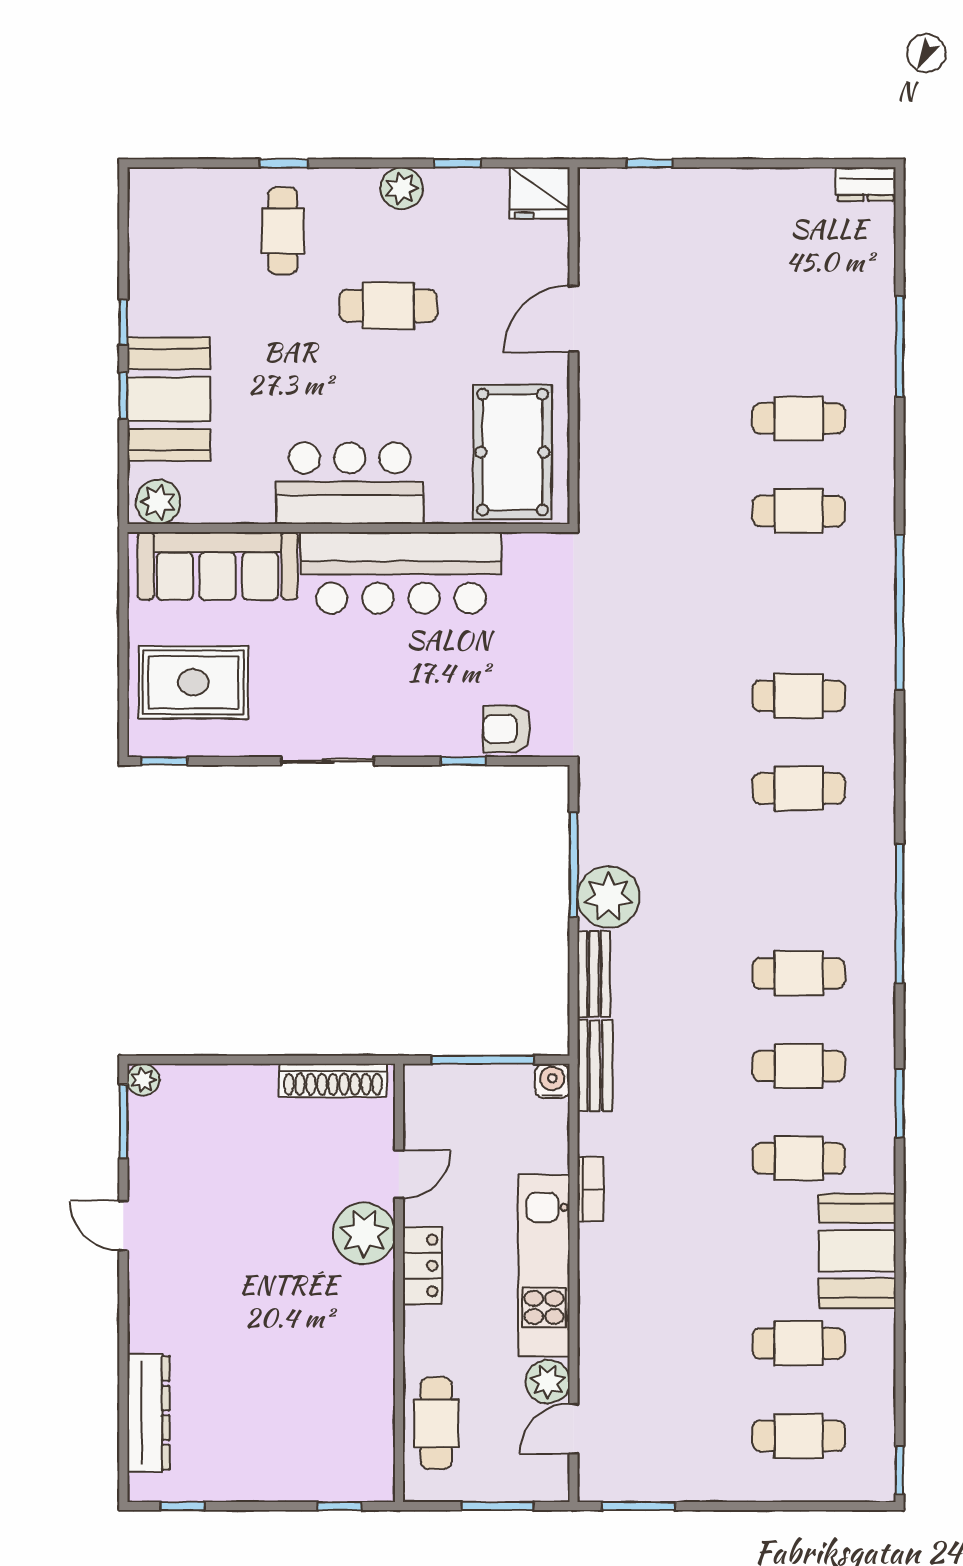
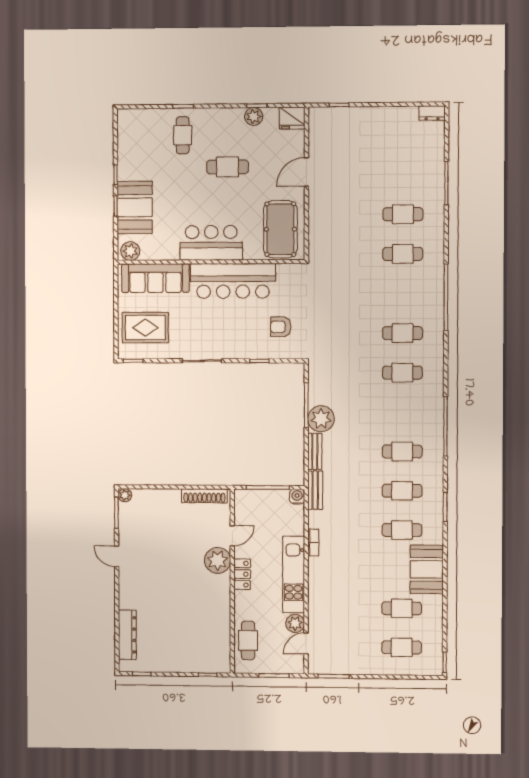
plant: (402, 188) -> (254, 116), moved
armchair: (507, 729) -> (281, 327), moved

